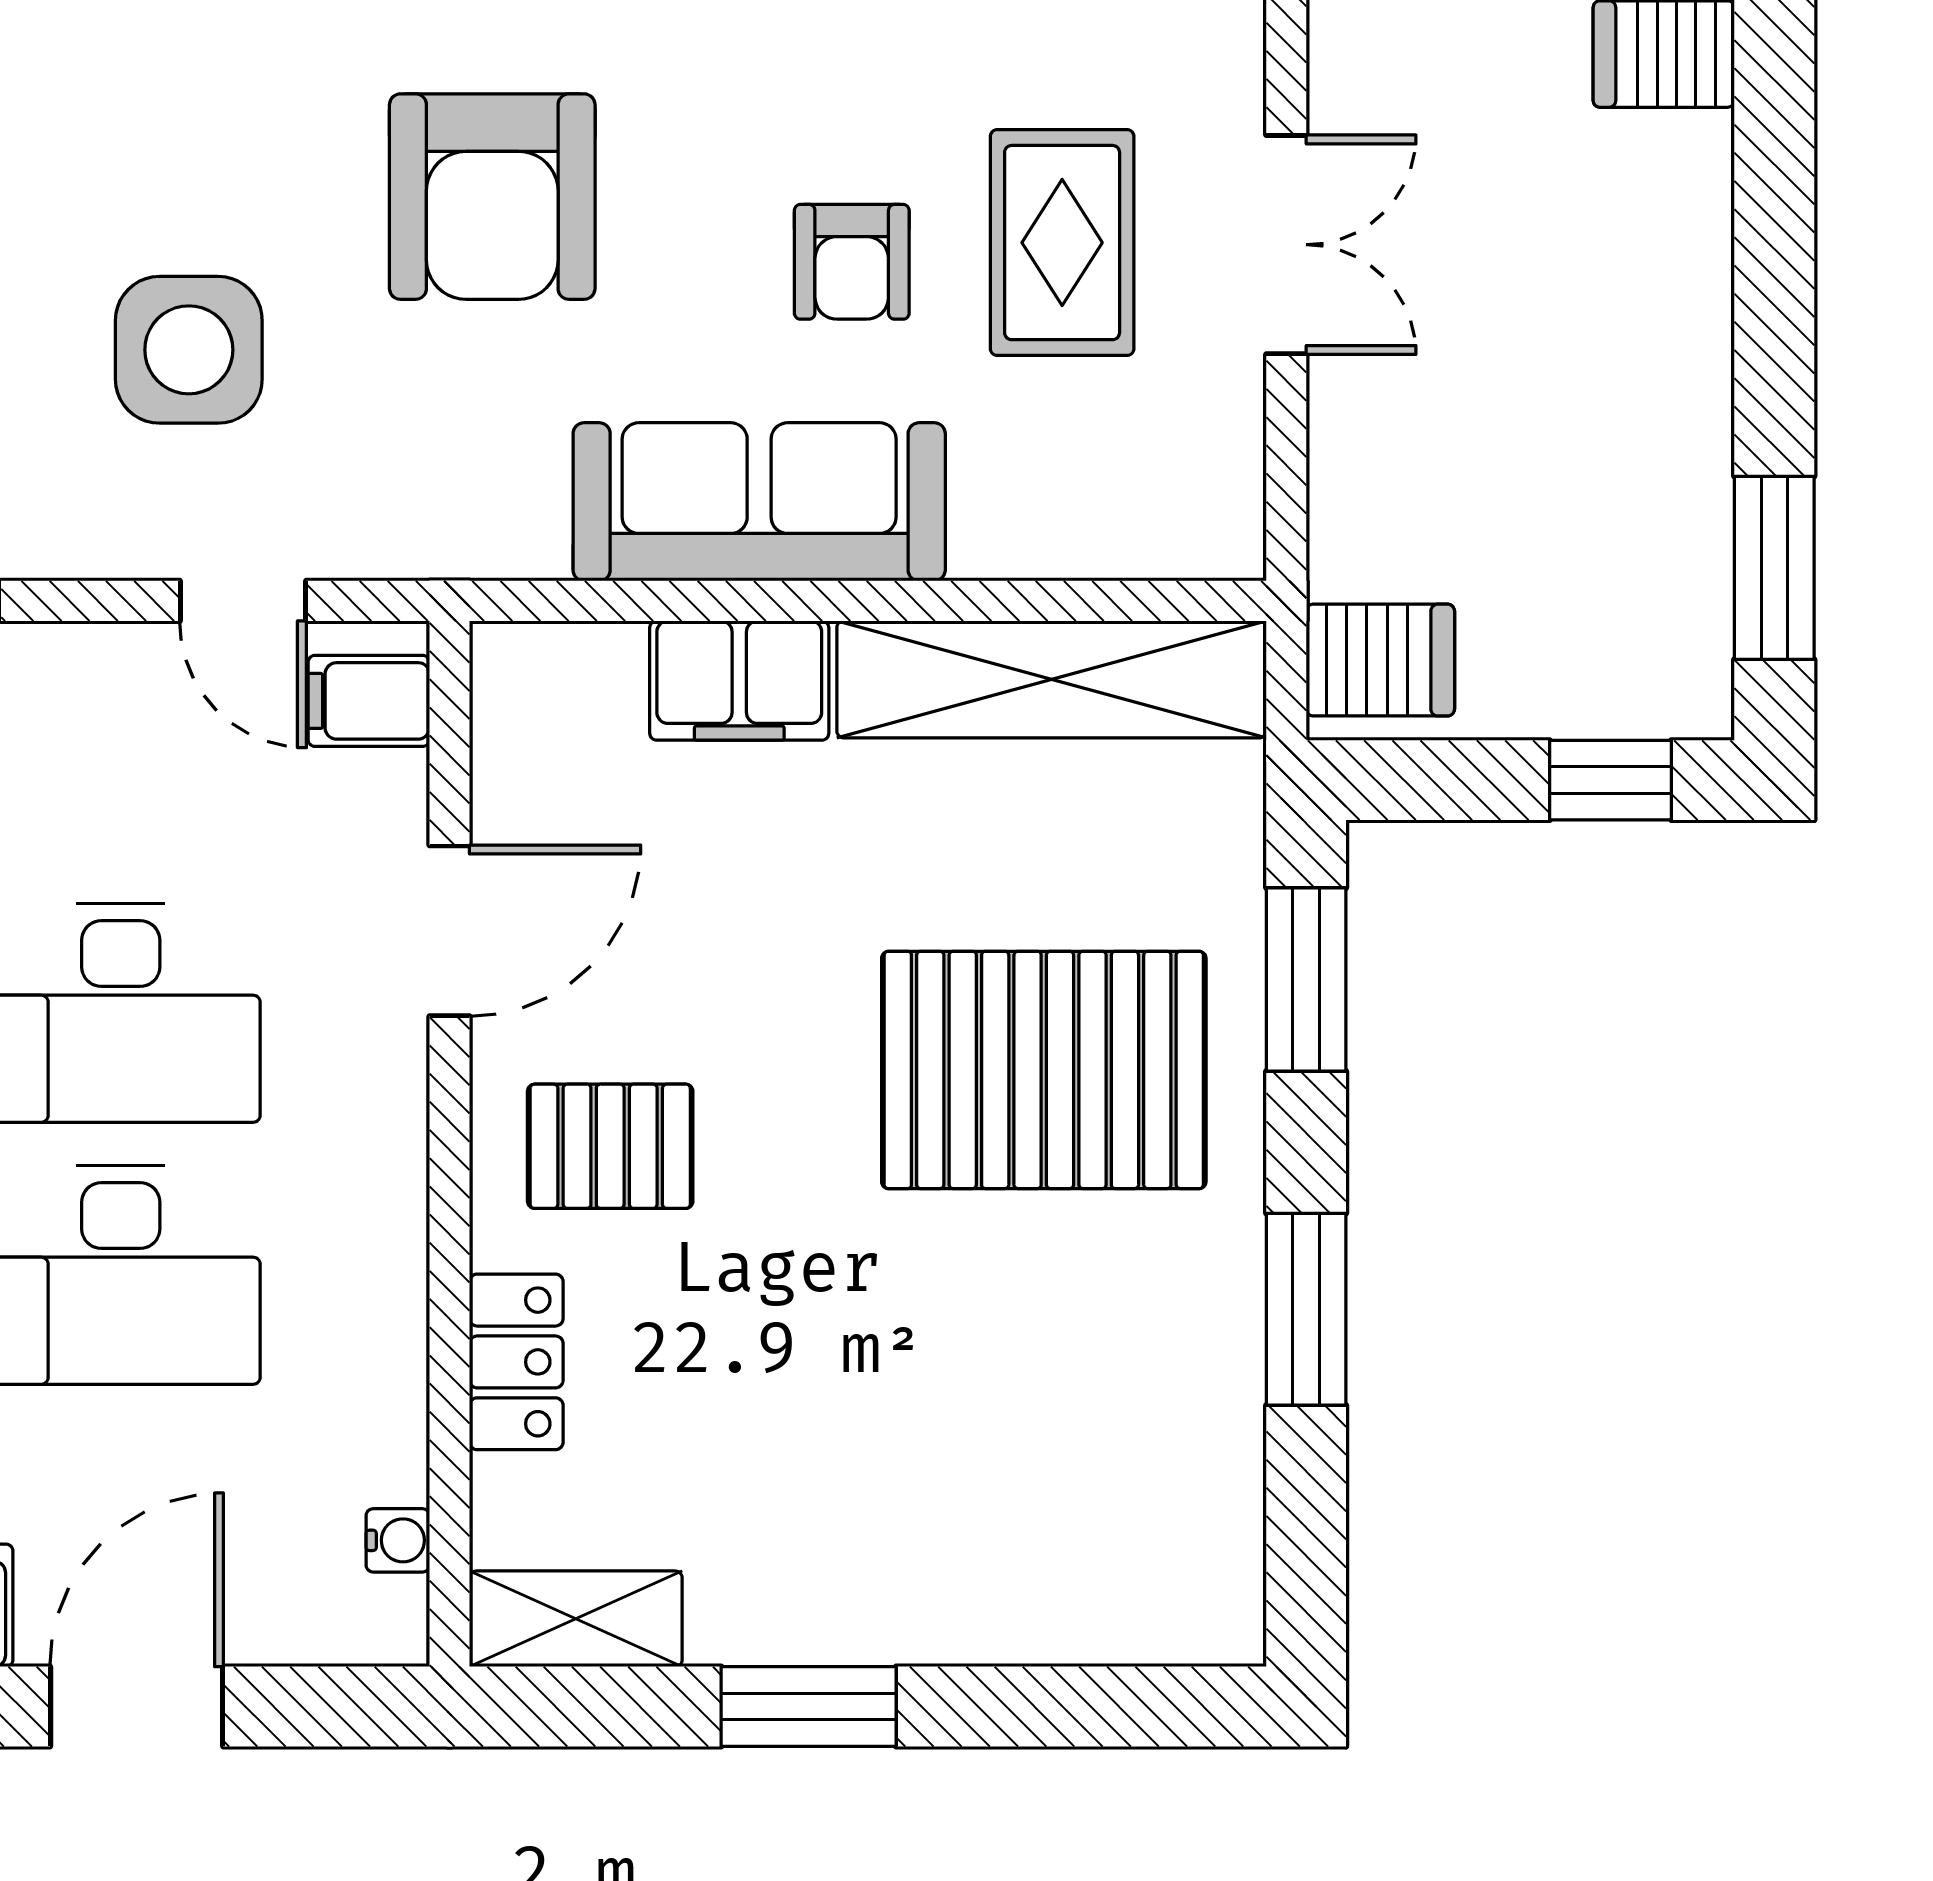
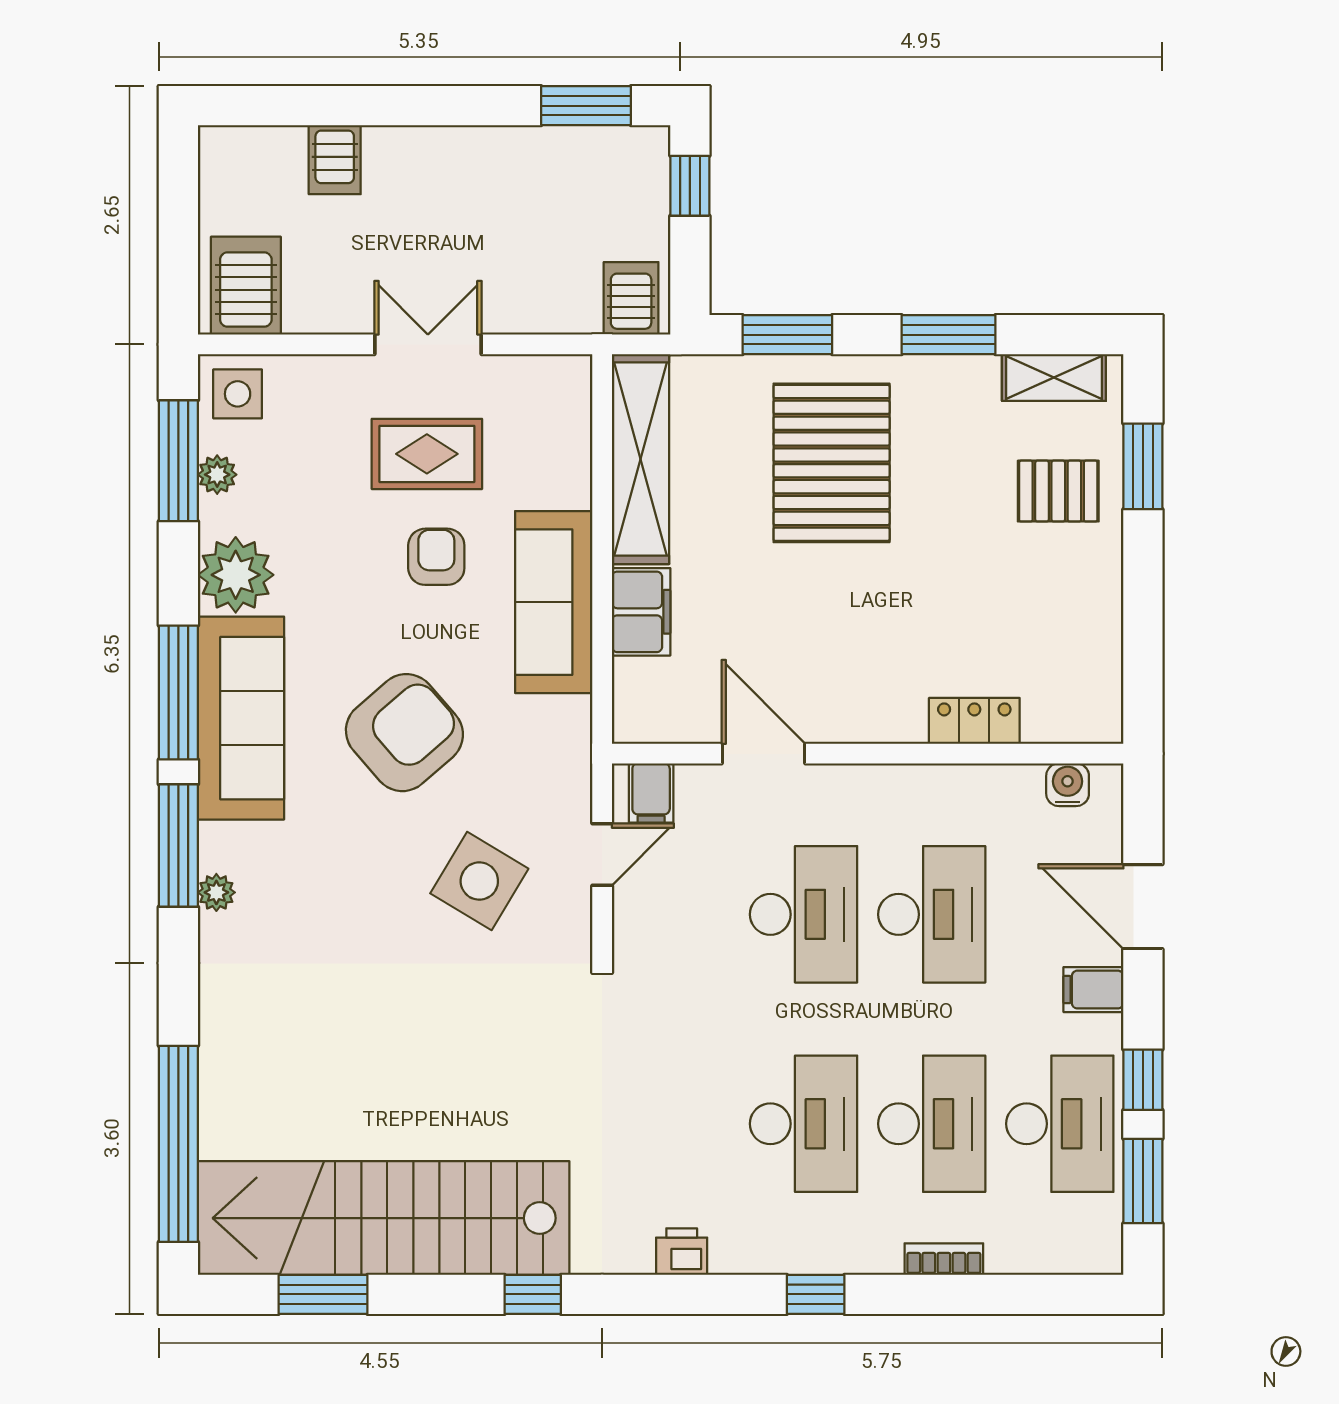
armchair: (492, 197) -> (404, 733), turned -41
armchair: (852, 262) -> (436, 557), turned -90
side table: (189, 350) -> (479, 881), turned 31
pallet: (610, 1146) -> (1058, 491), moved, turned 90
water cooler: (398, 1540) -> (1068, 785), width x1.38, depth x1.38
shelving: (576, 1619) -> (1054, 377), moved, turned 90
window: (809, 1707) -> (1143, 466), moved

